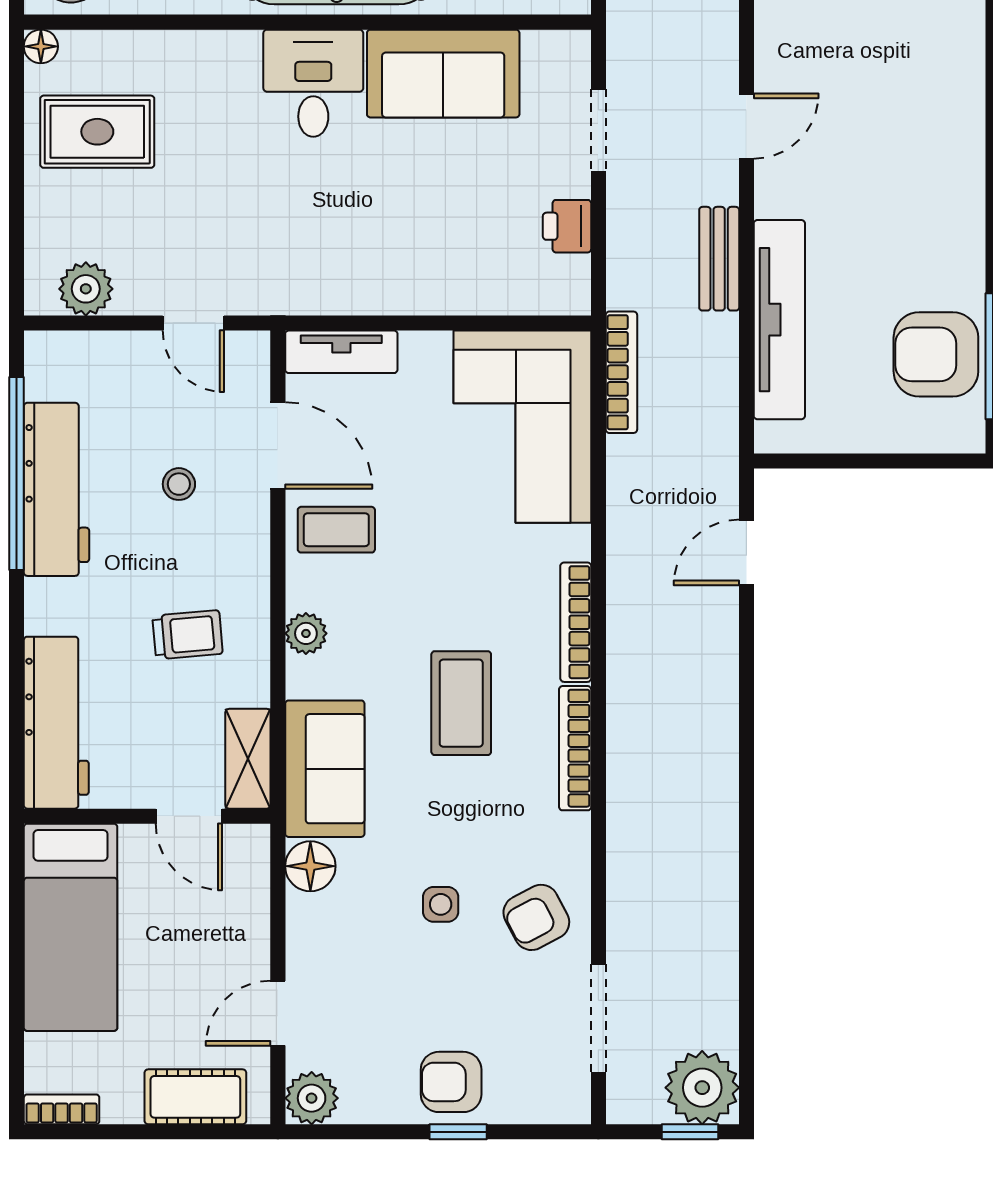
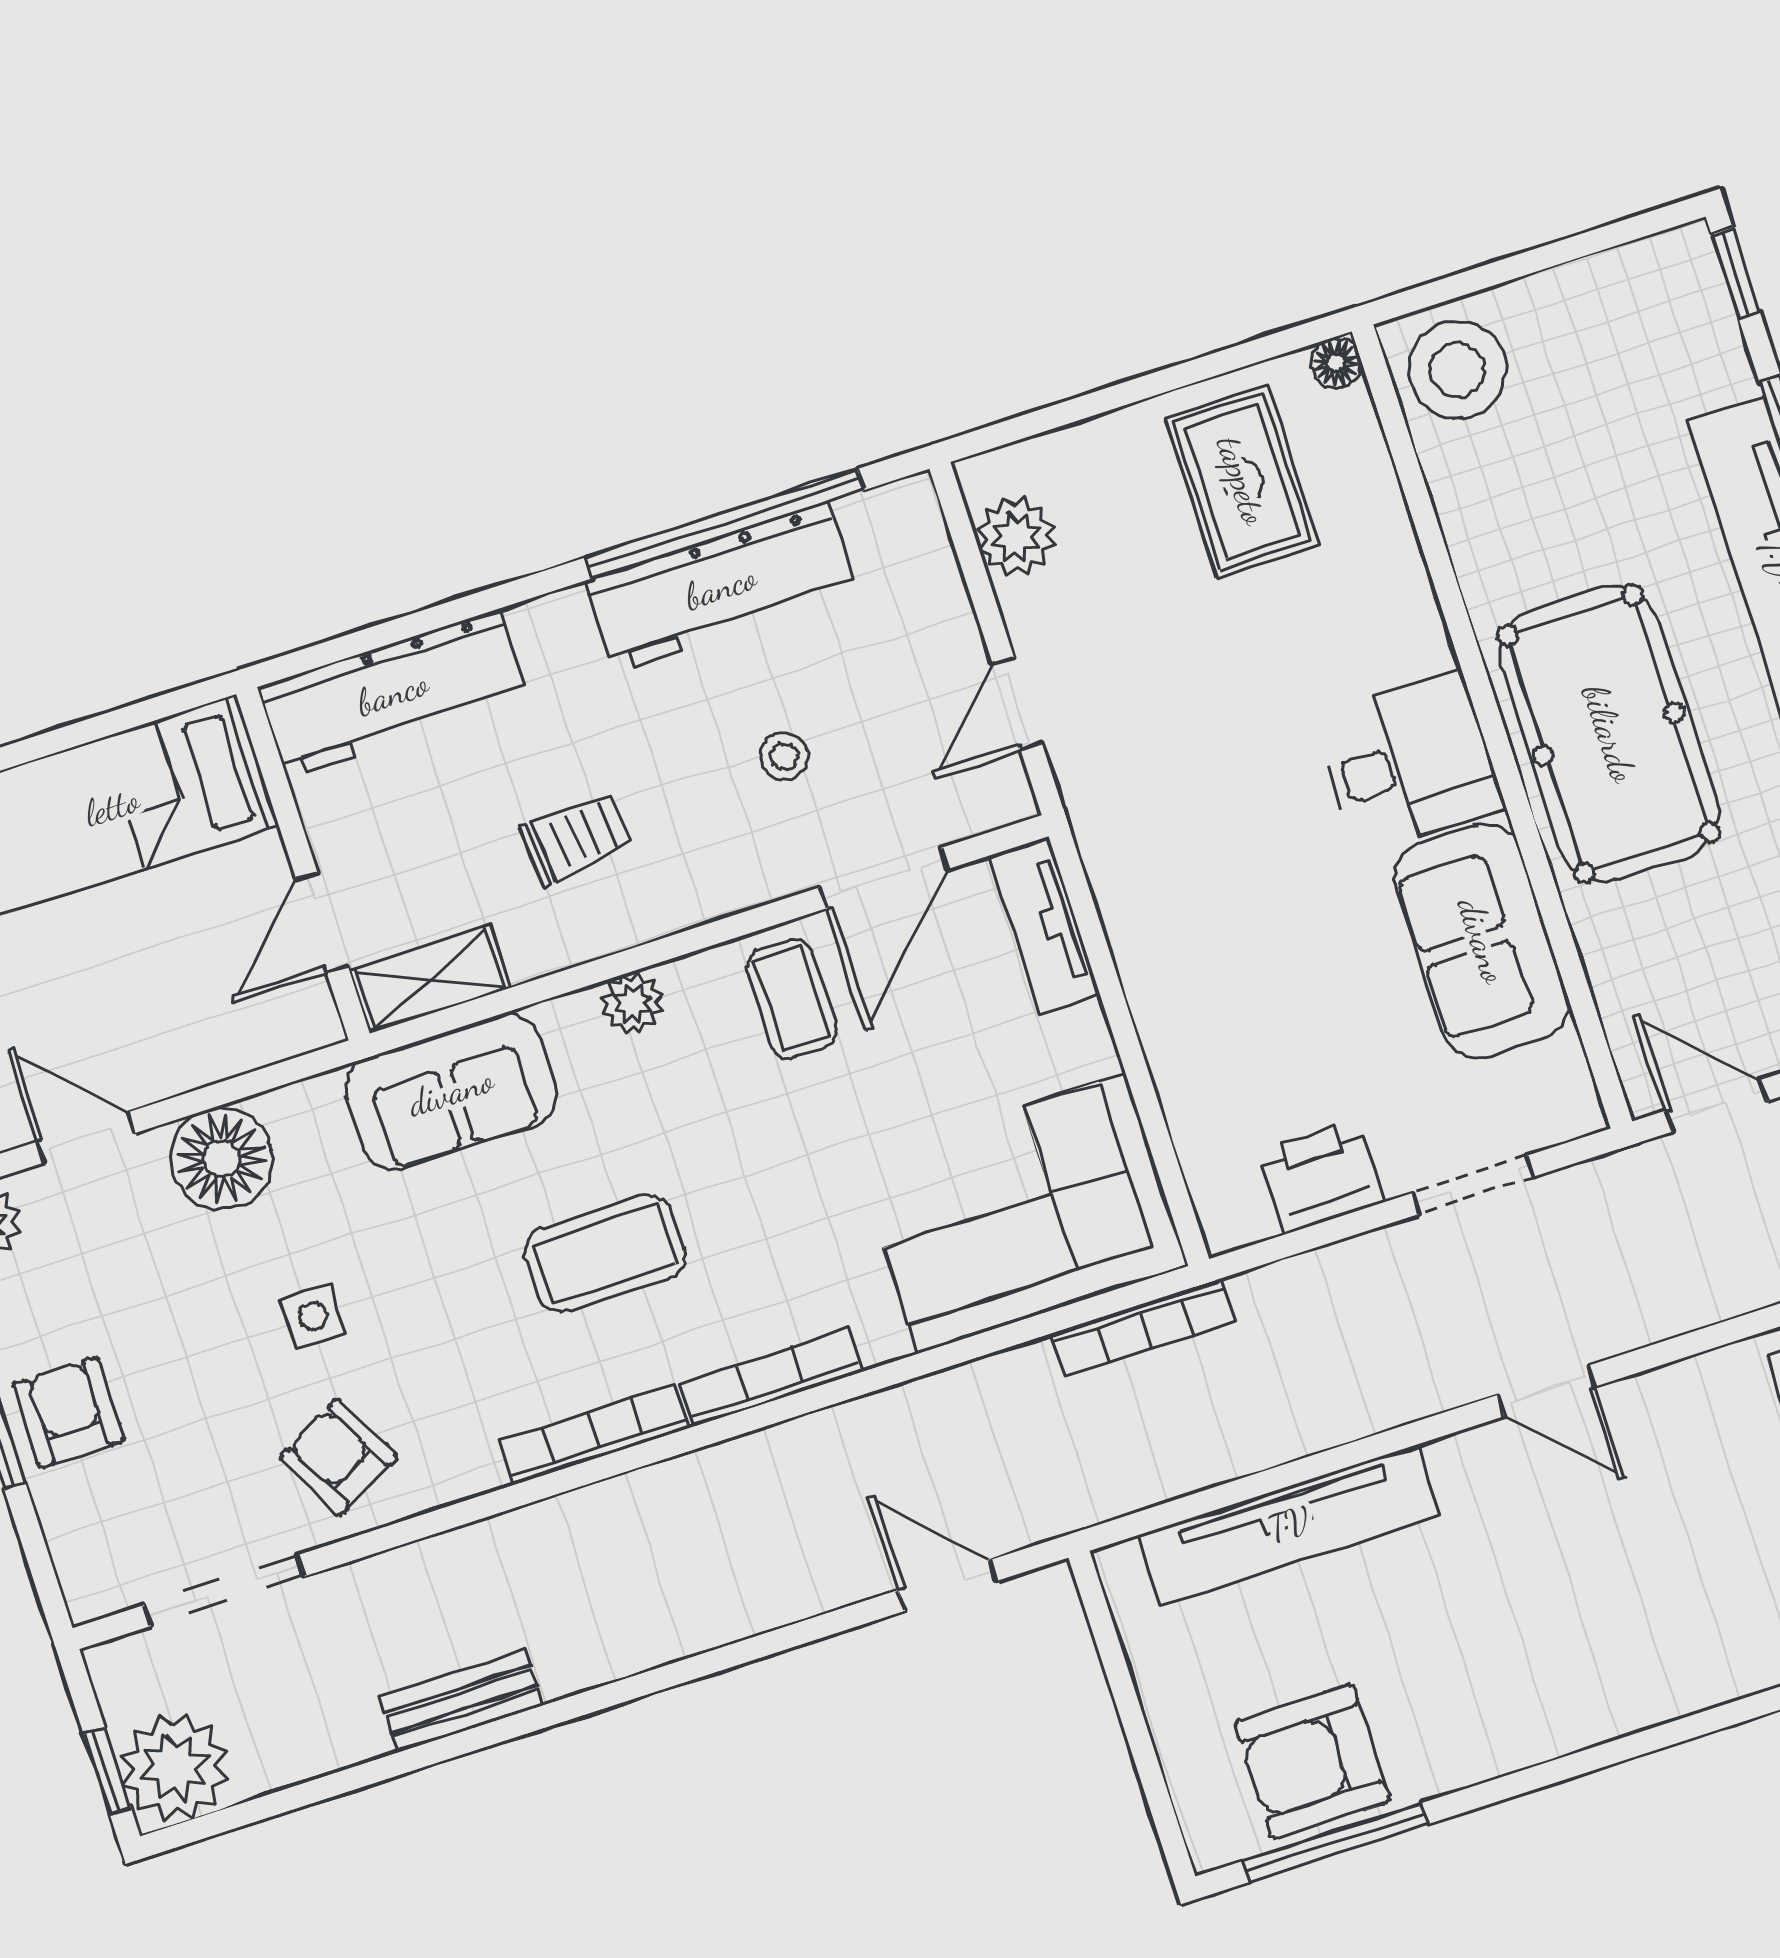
printer: (567, 226) -> (1321, 1176), width x1.36, depth x1.24
bench: (719, 259) -> (461, 1701), moved
armchair: (936, 354) -> (1312, 1761), turned -90
trolley: (188, 635) -> (576, 838), turned -90
floor lamp: (310, 866) -> (221, 1158), moved, width x1.38, depth x1.38

